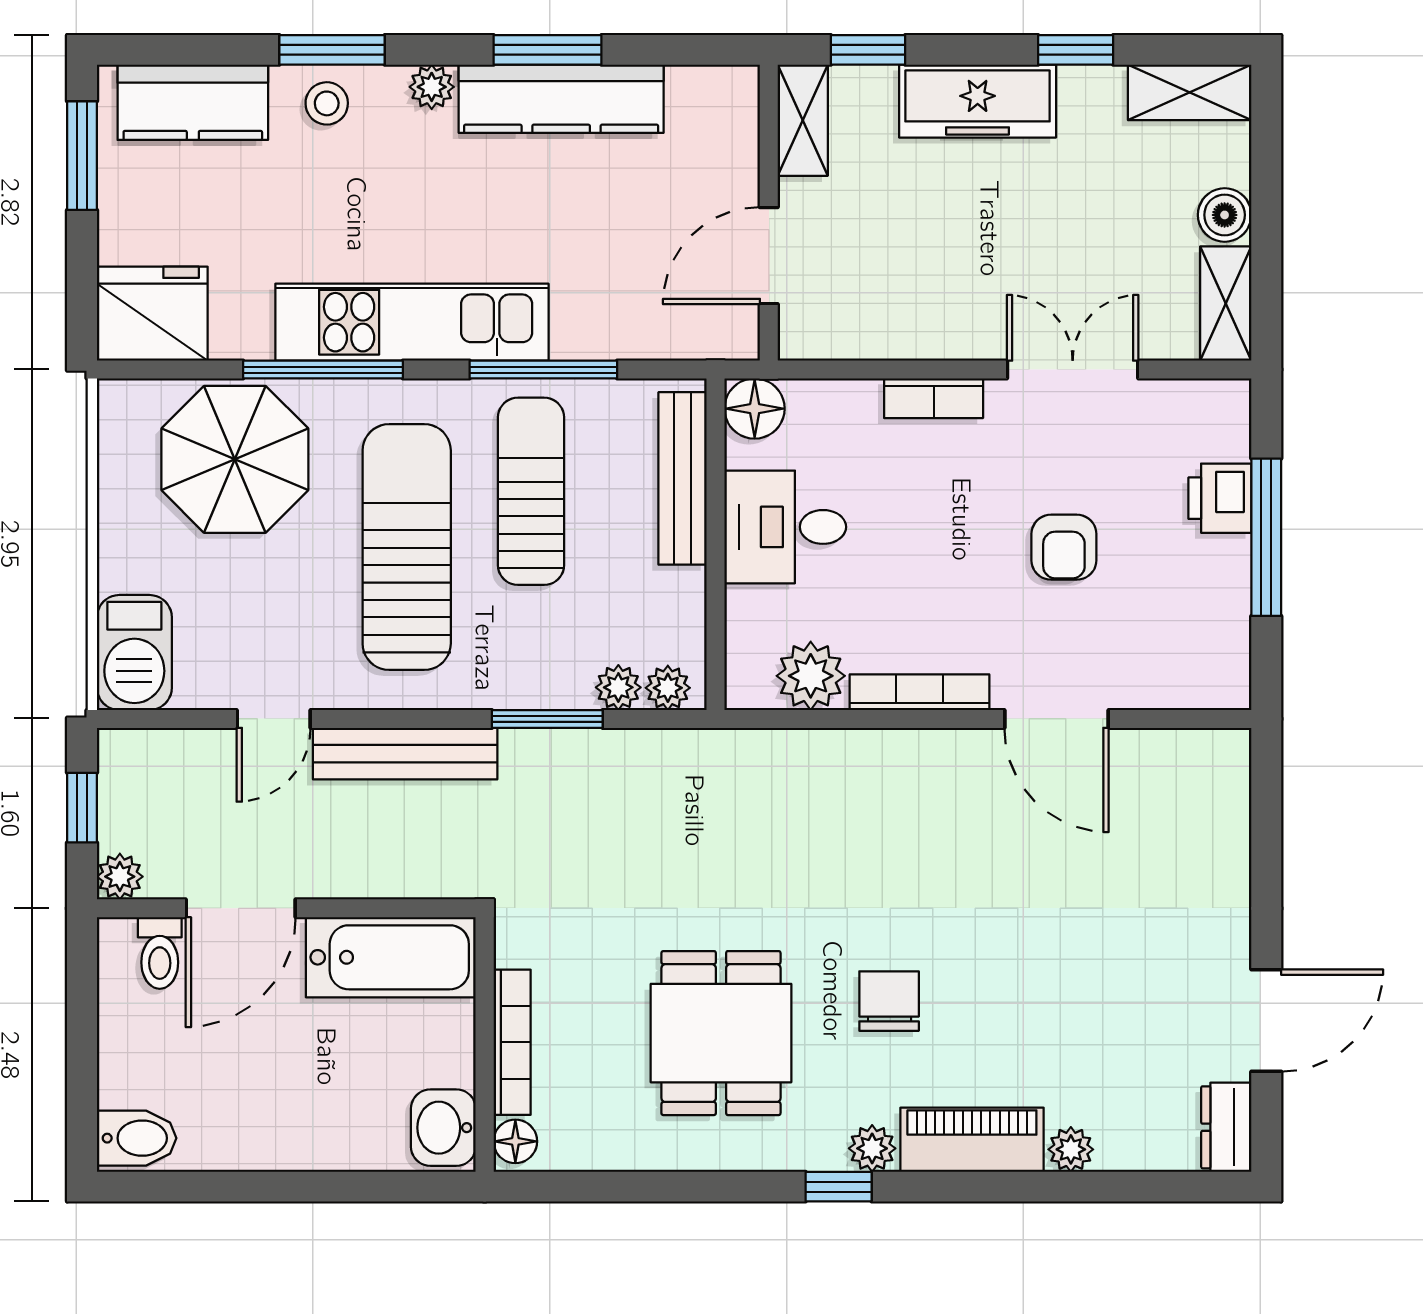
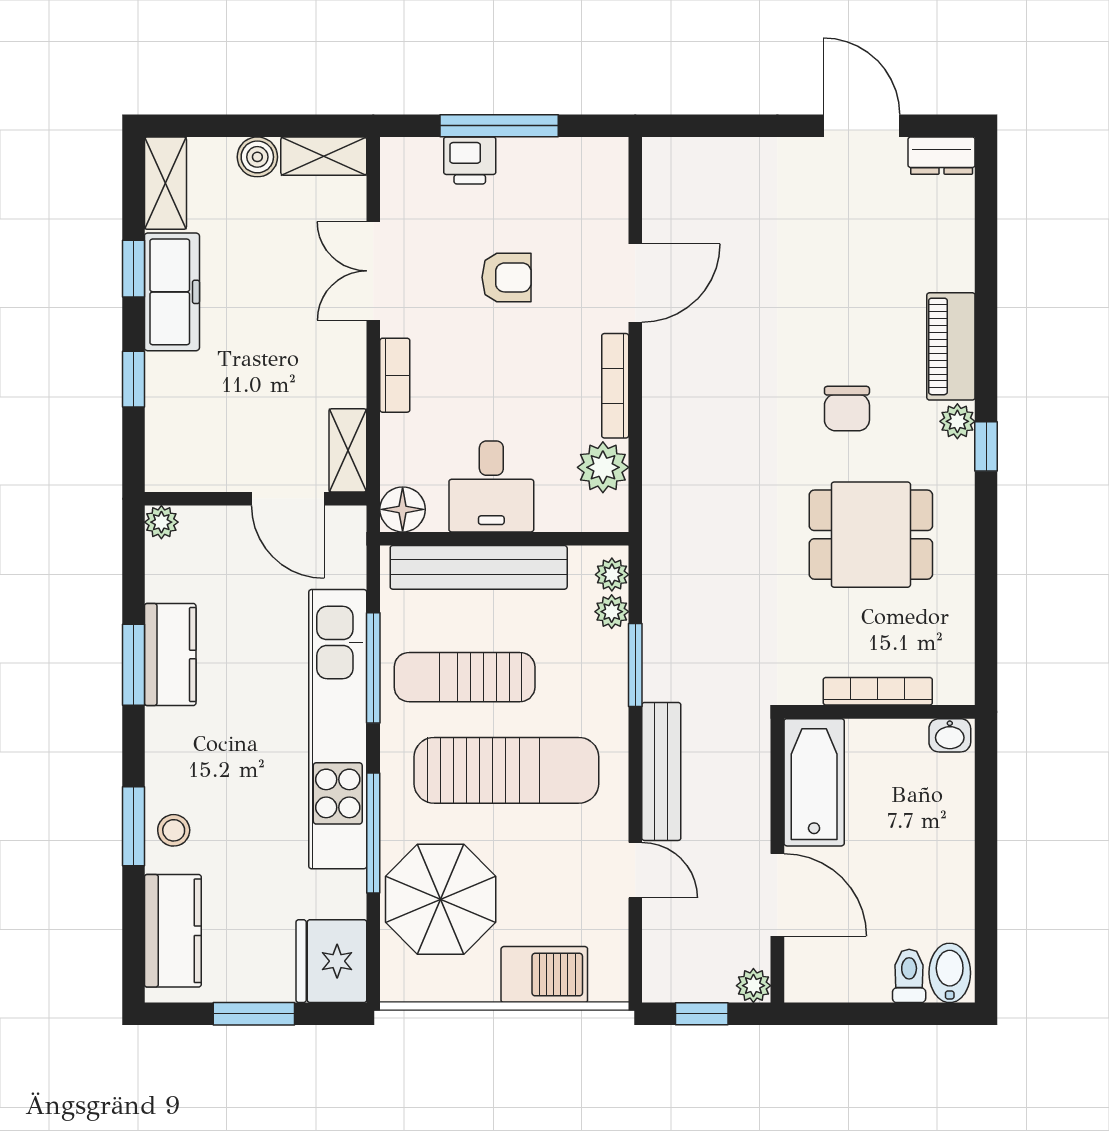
window: (868, 50) -> (133, 379), moved
plant: (432, 87) -> (161, 522), moved
kitchen counter: (561, 99) -> (170, 655), width x0.67
freezer: (978, 101) -> (172, 292), moved
shelving: (803, 120) -> (348, 450), moved, turned 90
window: (82, 156) -> (254, 1014), moved
kitchen unit: (412, 322) -> (338, 729), width x1.36
bench: (683, 478) -> (479, 567), width x1.37, depth x1.21
sun lounger: (407, 547) -> (506, 770), turned 180
barbecue: (134, 653) -> (544, 975), moved
toilet: (160, 953) -> (909, 976), moved, turned -90
chair: (889, 1001) -> (847, 409), turned -90
washbasin: (443, 1128) -> (950, 735), width x0.72, depth x0.69
floor lamp: (515, 1141) -> (952, 689), removed
plant: (1071, 1149) -> (958, 272), removed

